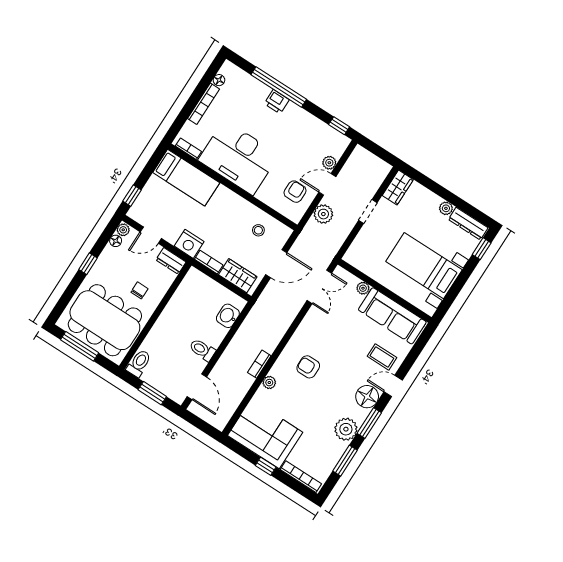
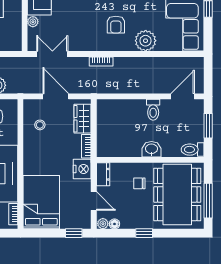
bed: (186, 178) -> (41, 202), width x1.50
washbasin: (228, 316) -> (151, 149), moved, turned 180
bookcase: (259, 364) -> (101, 62), moved
plant: (269, 383) -> (146, 41), width x1.87, depth x1.87

